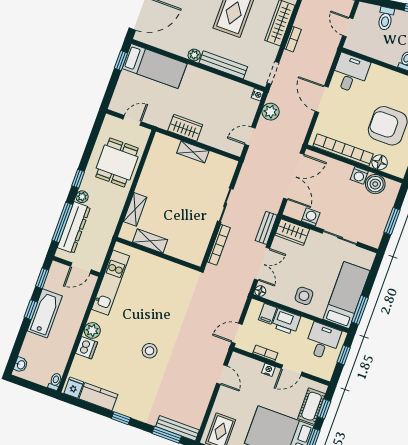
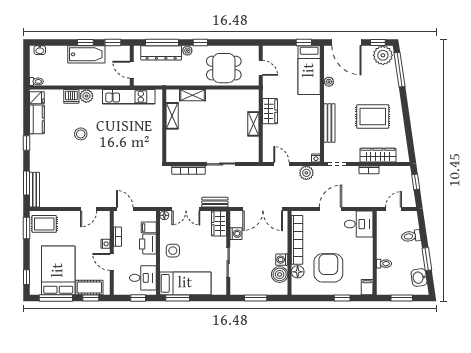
plant: (194, 55) -> (329, 82), moved
stool: (150, 351) -> (81, 134), moved

